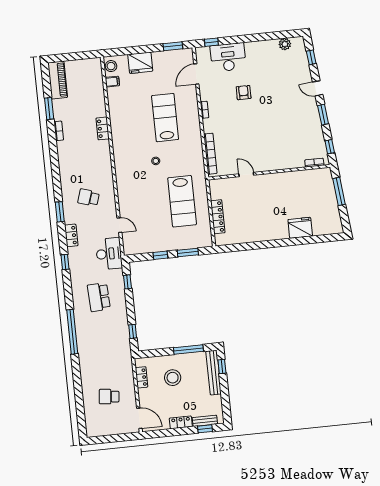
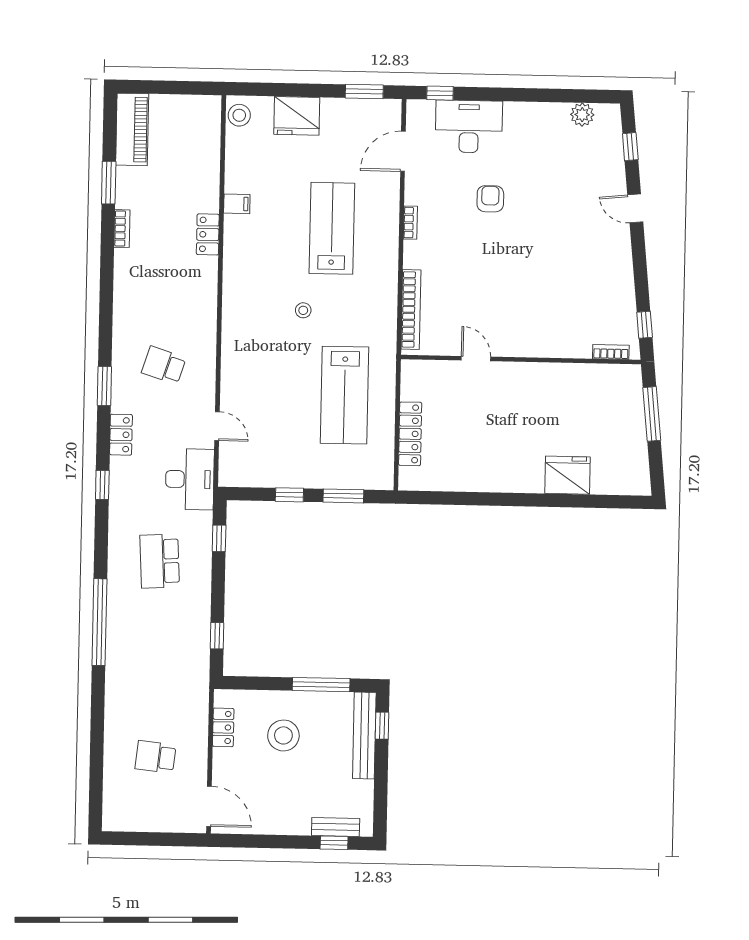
filing cabinet: (112, 82) -> (237, 204), moved
window: (323, 115) -> (639, 261), removed
locker: (181, 422) -> (289, 824), removed

